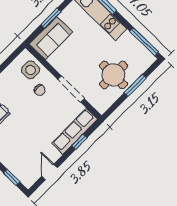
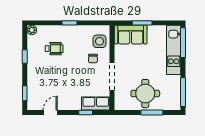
row of seats: (75, 131) -> (96, 103), width x0.68

